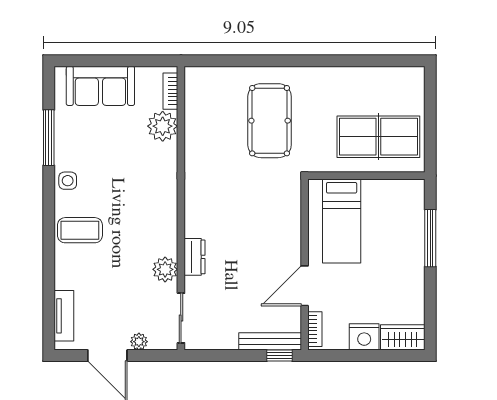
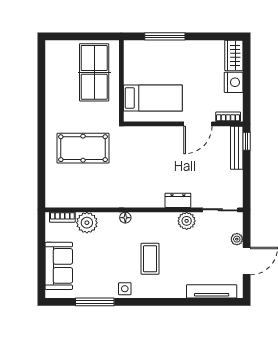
floor lamp: (170, 181) -> (125, 218), added
coffee table: (80, 230) -> (150, 259), moved
door: (305, 286) -> (198, 124), hinge flipped
tv unit: (64, 316) -> (212, 291), width x1.41

